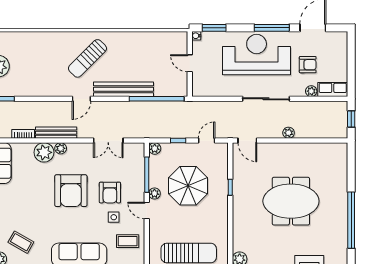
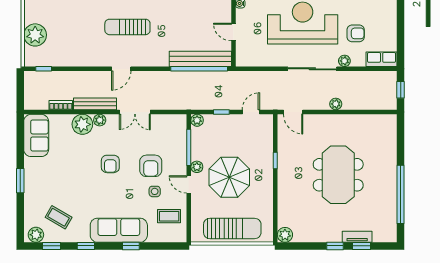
sun lounger: (87, 58) -> (127, 27), turned 45
bench: (124, 89) -> (200, 59), moved
plant: (311, 91) -> (344, 61), moved
double door: (108, 141) -> (135, 112), moved
parasol: (188, 186) -> (229, 177), moved
armchair: (71, 191) -> (110, 164), width x0.53, depth x0.53
meeting table: (291, 201) -> (338, 175), turned 90

